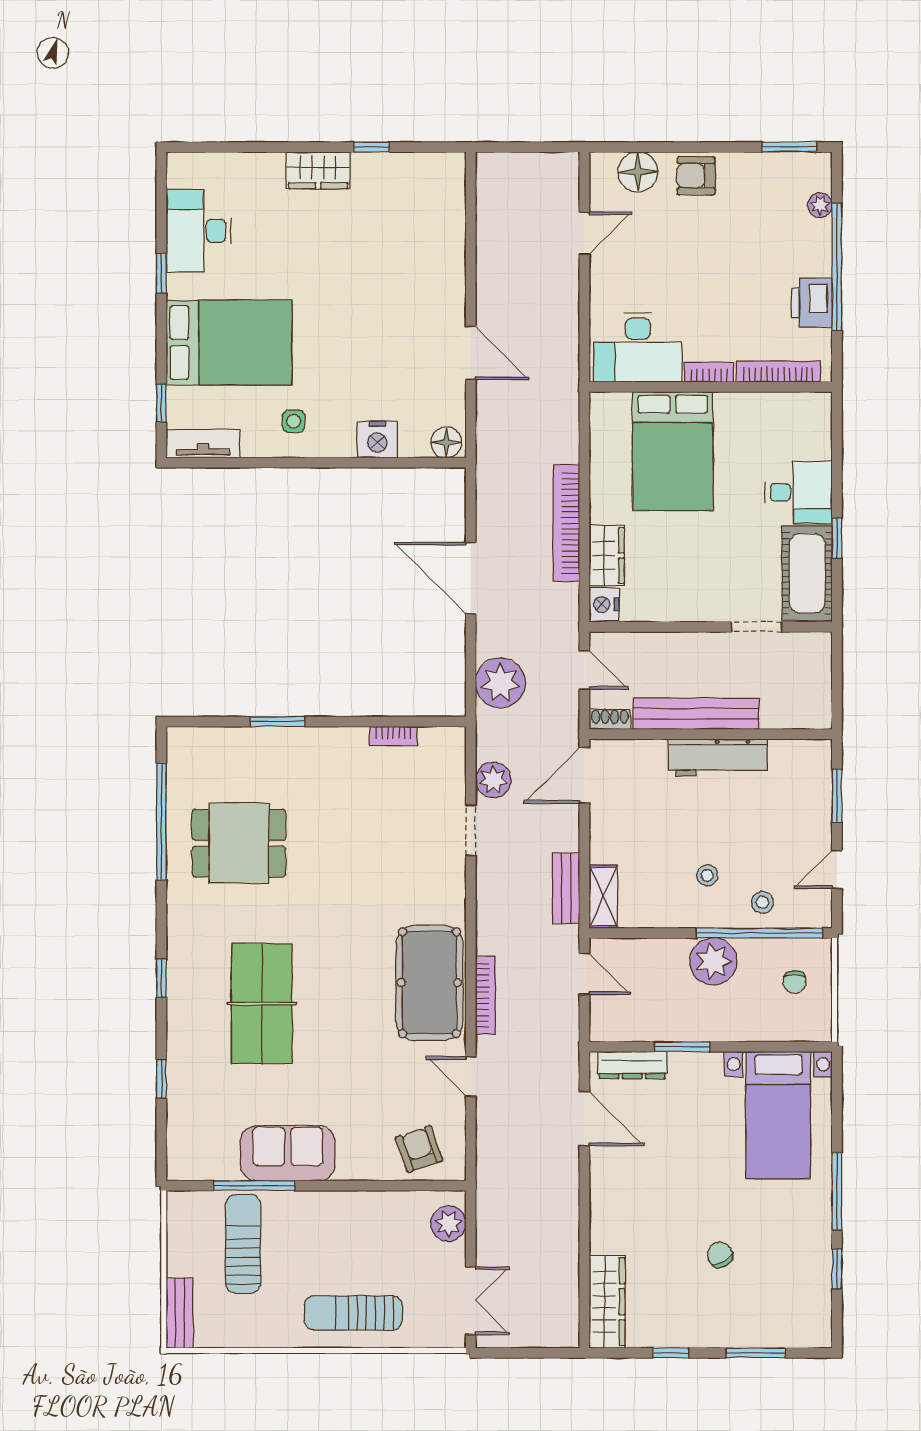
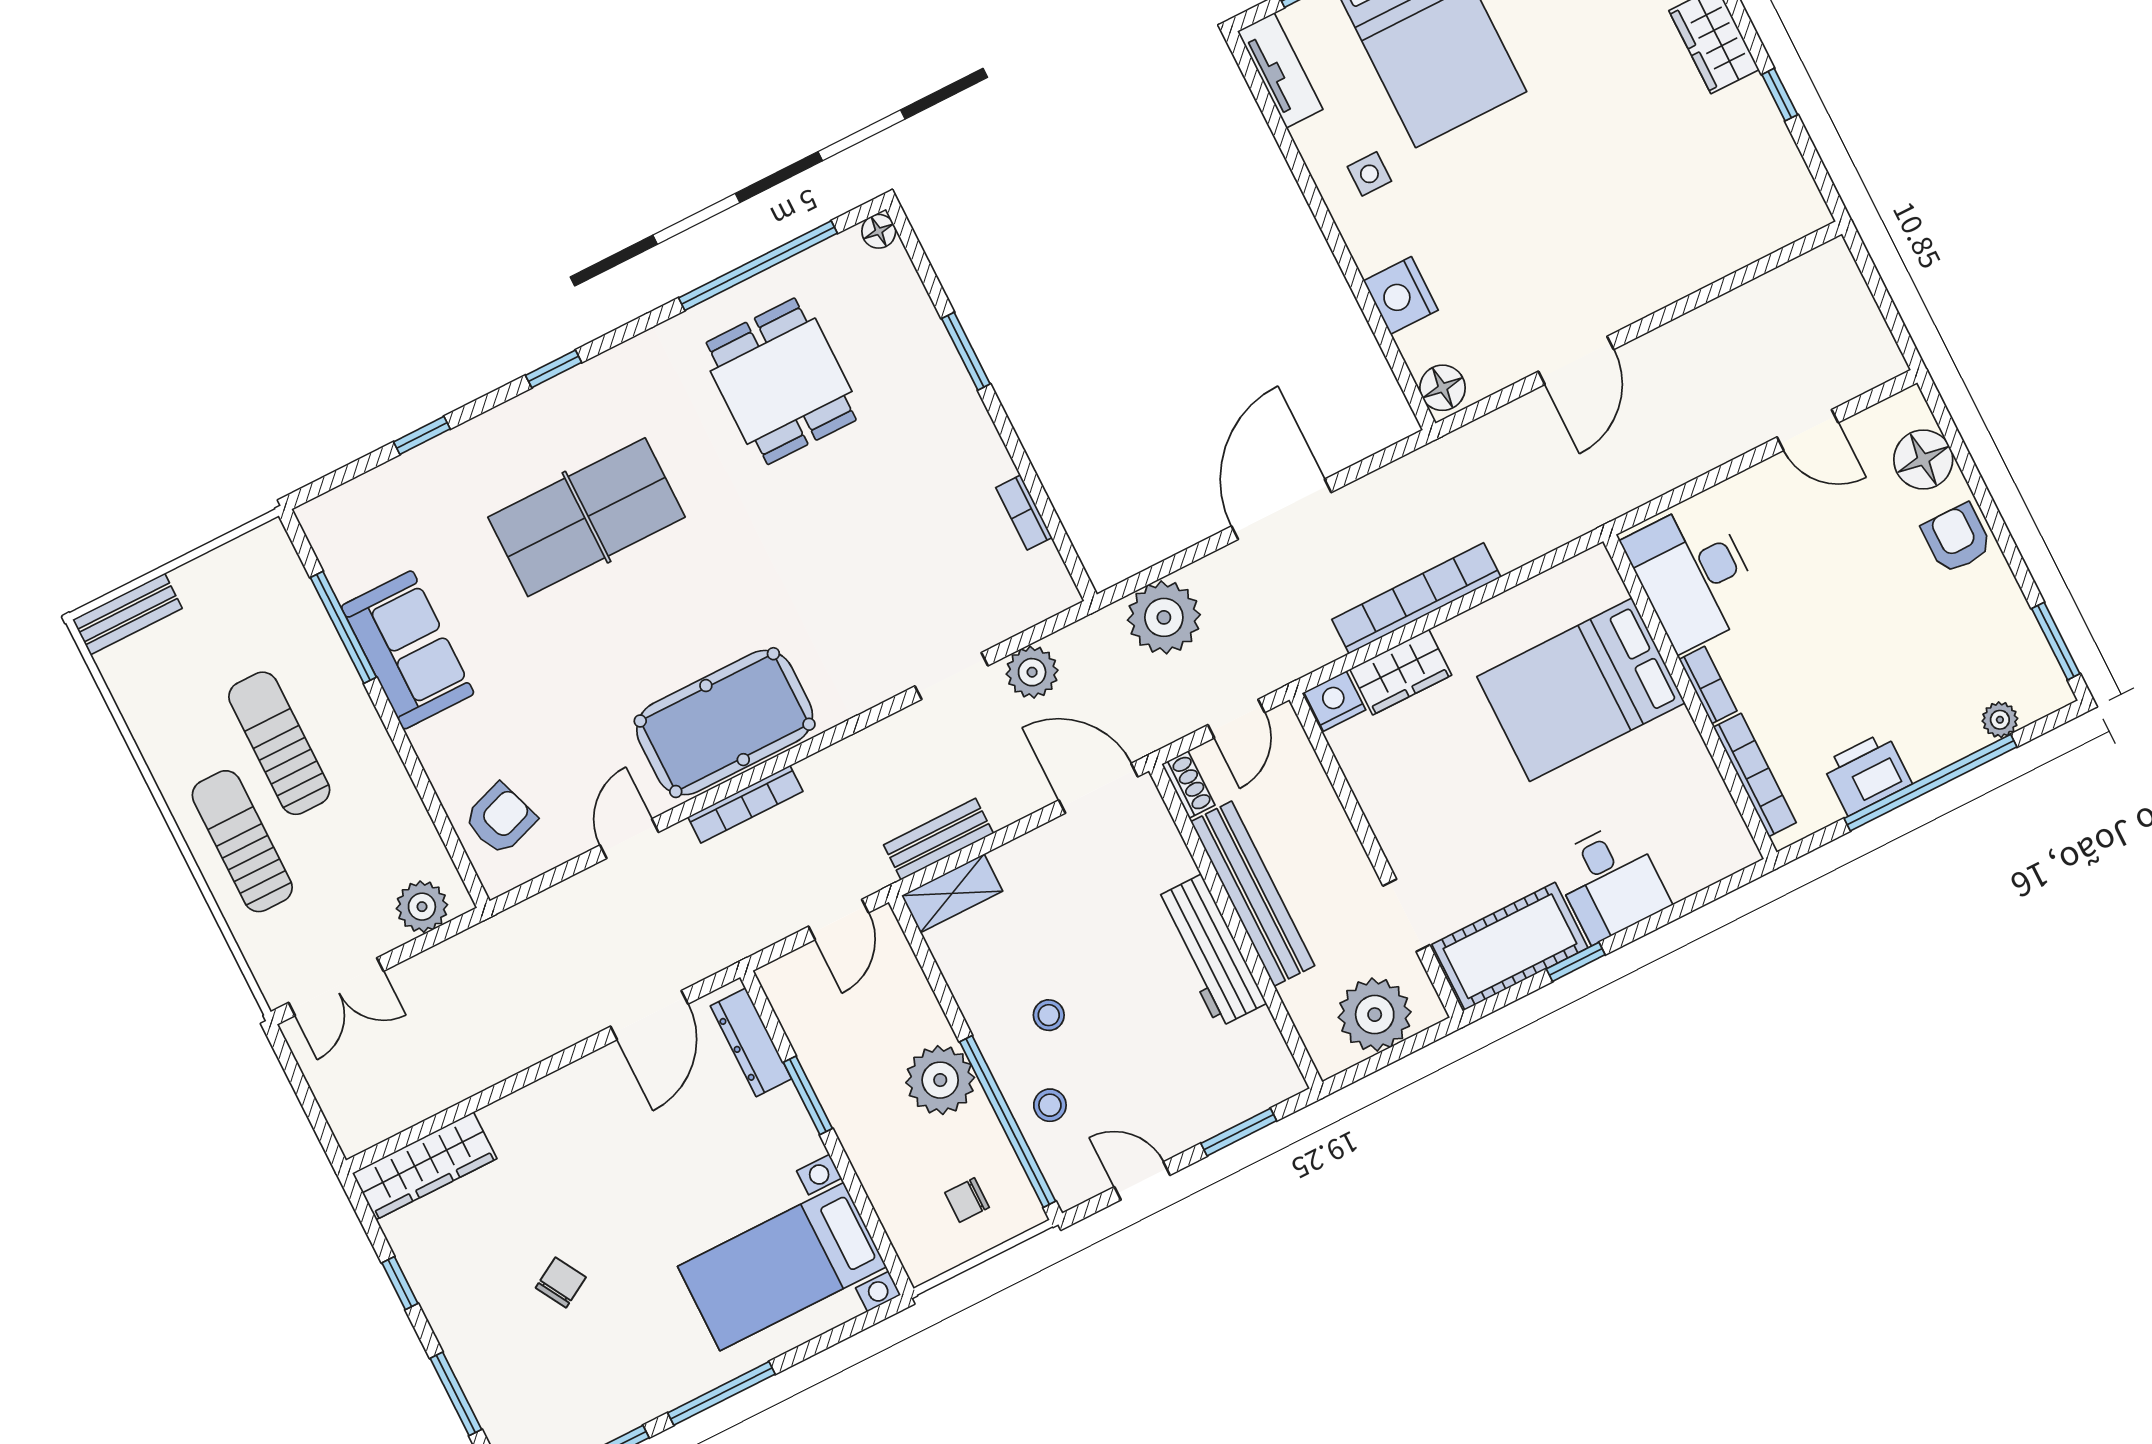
plant: (807, 677) -> (1375, 1015), added
floor lamp: (178, 738) -> (879, 231), added
sun lounger: (243, 1244) -> (279, 743), moved, turned -90

